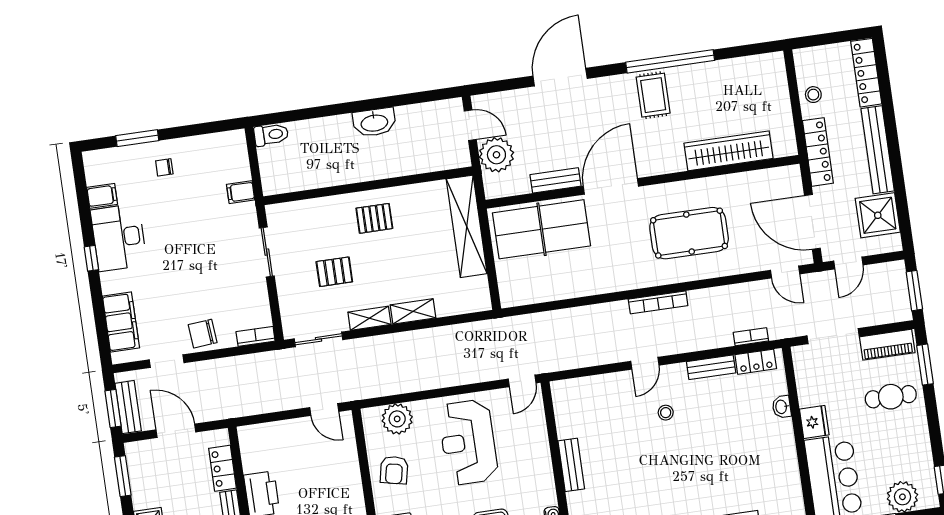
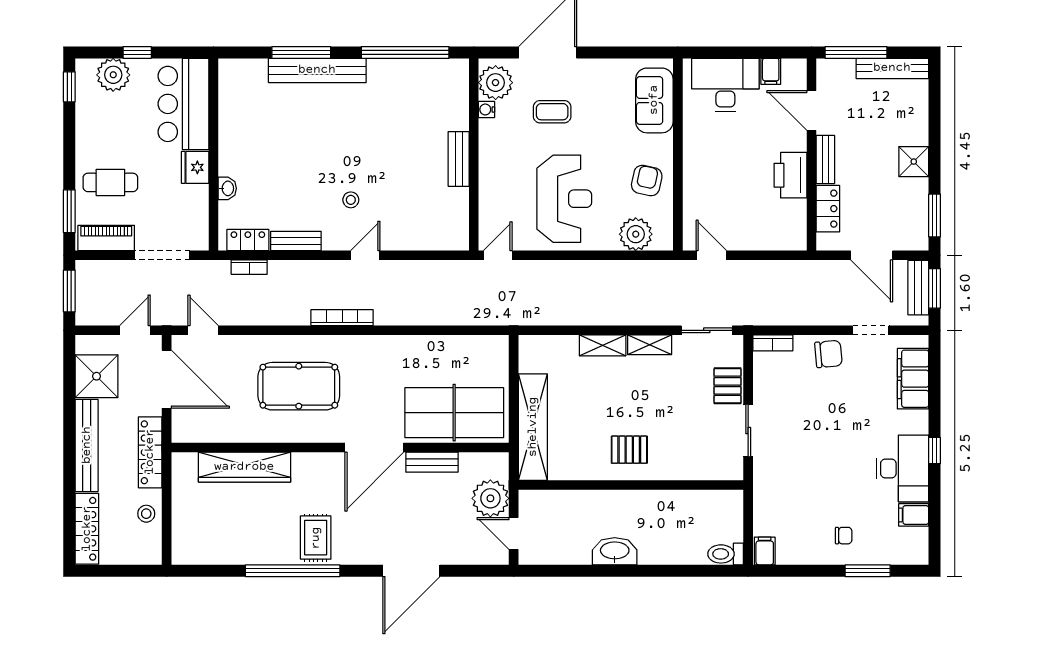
filing cabinet: (241, 192) -> (765, 551), moved, turned -90
pallet: (334, 272) -> (728, 386), moved, turned 90

